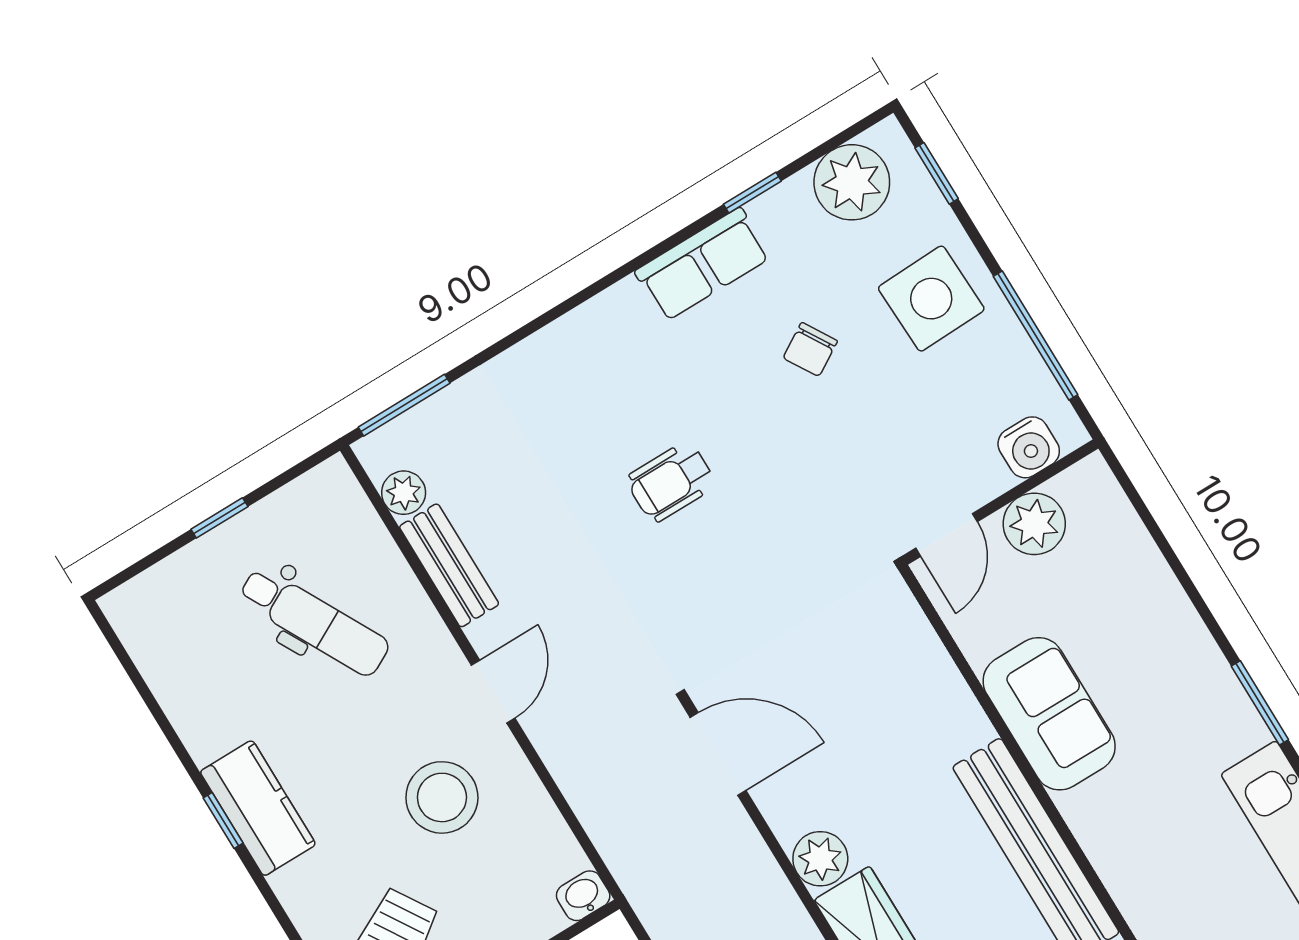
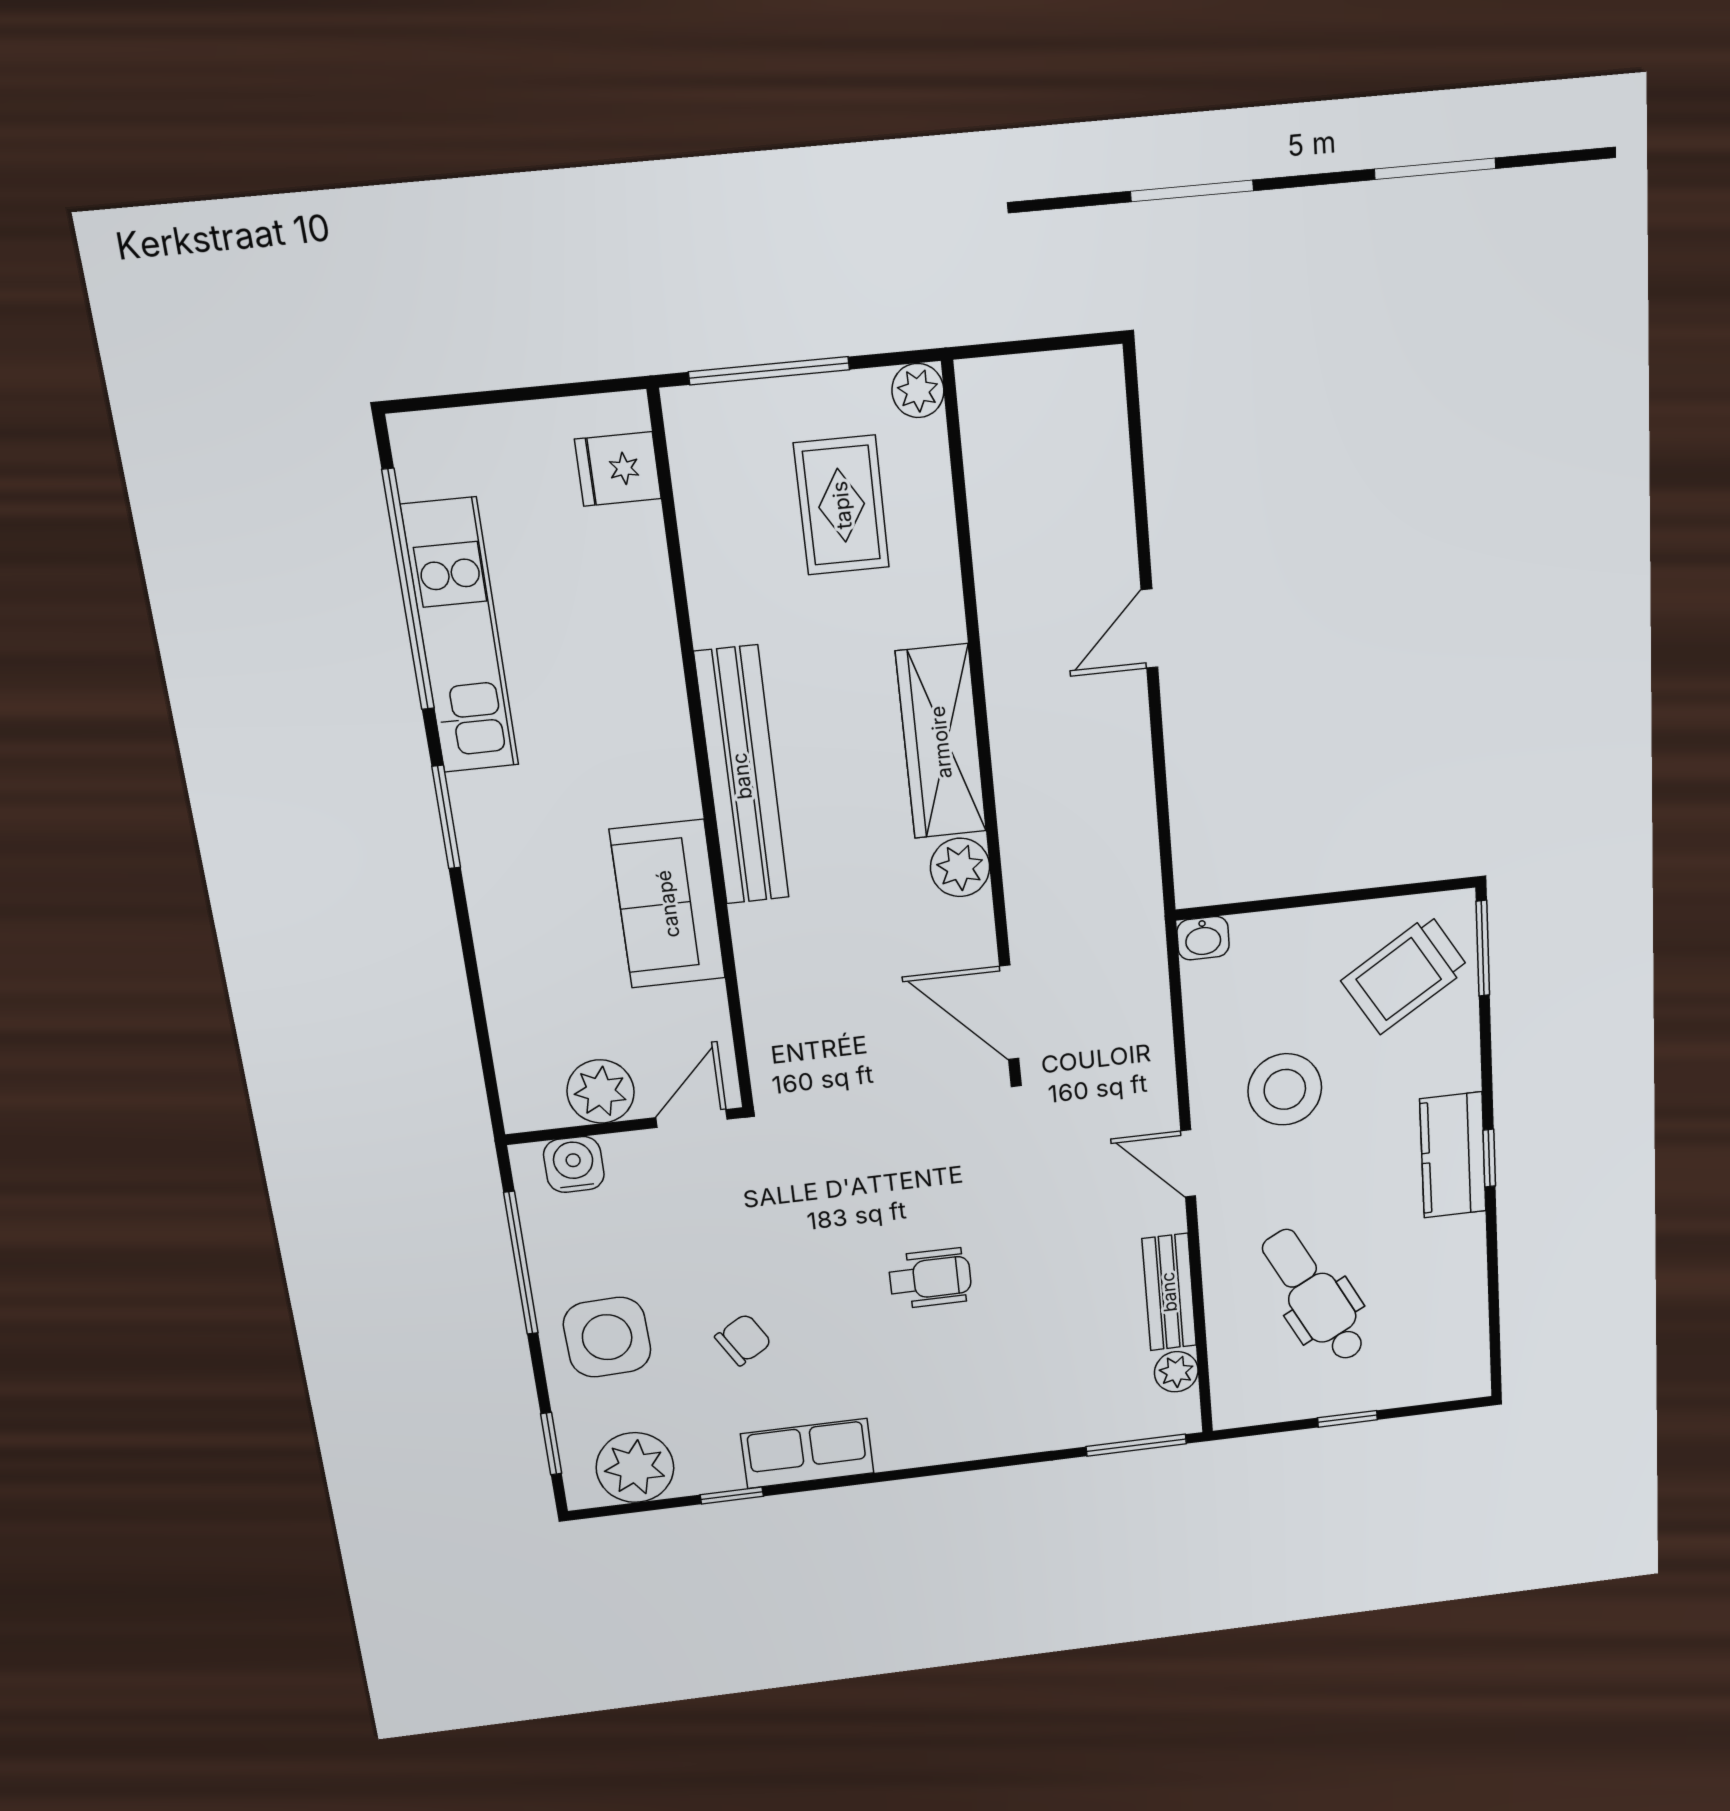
door: (493, 692) -> (1188, 1163), hinge flipped

